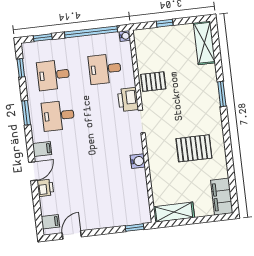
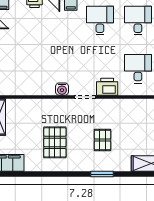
pallet: (153, 82) -> (102, 140), moved
water cooler: (138, 161) -> (62, 89), moved

